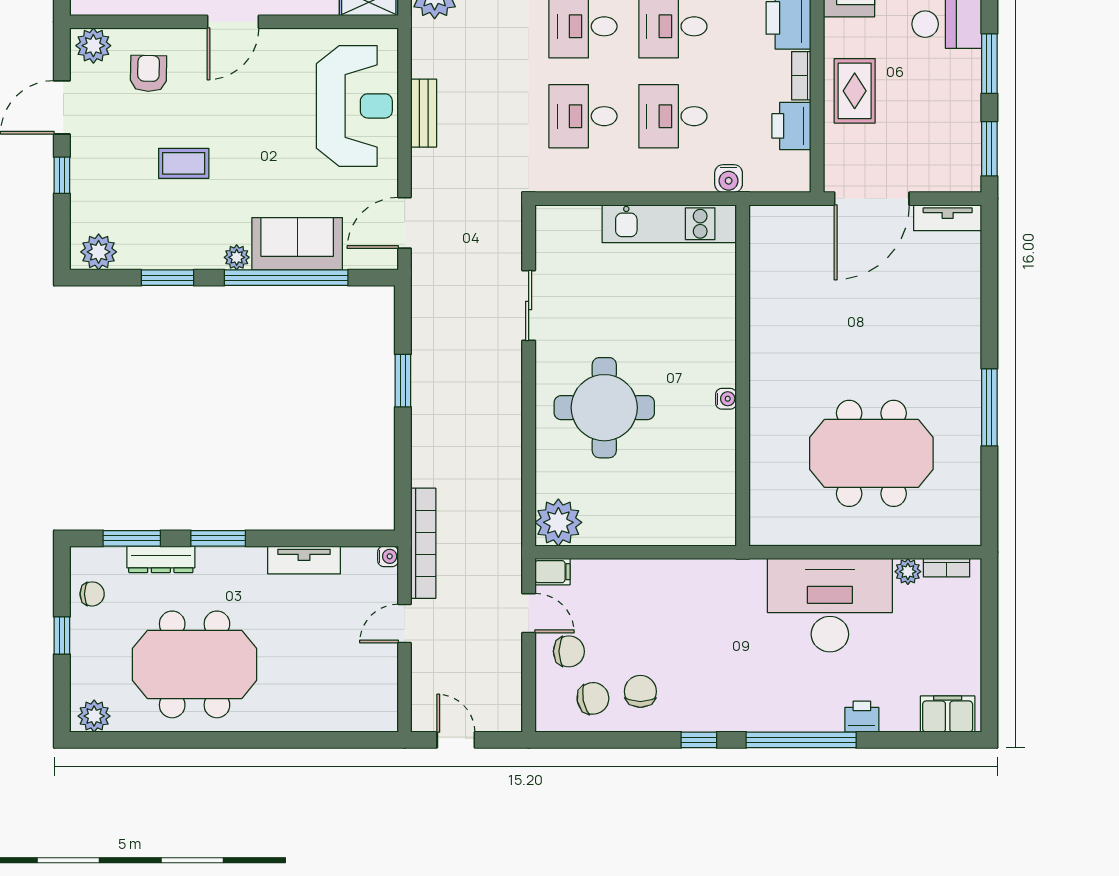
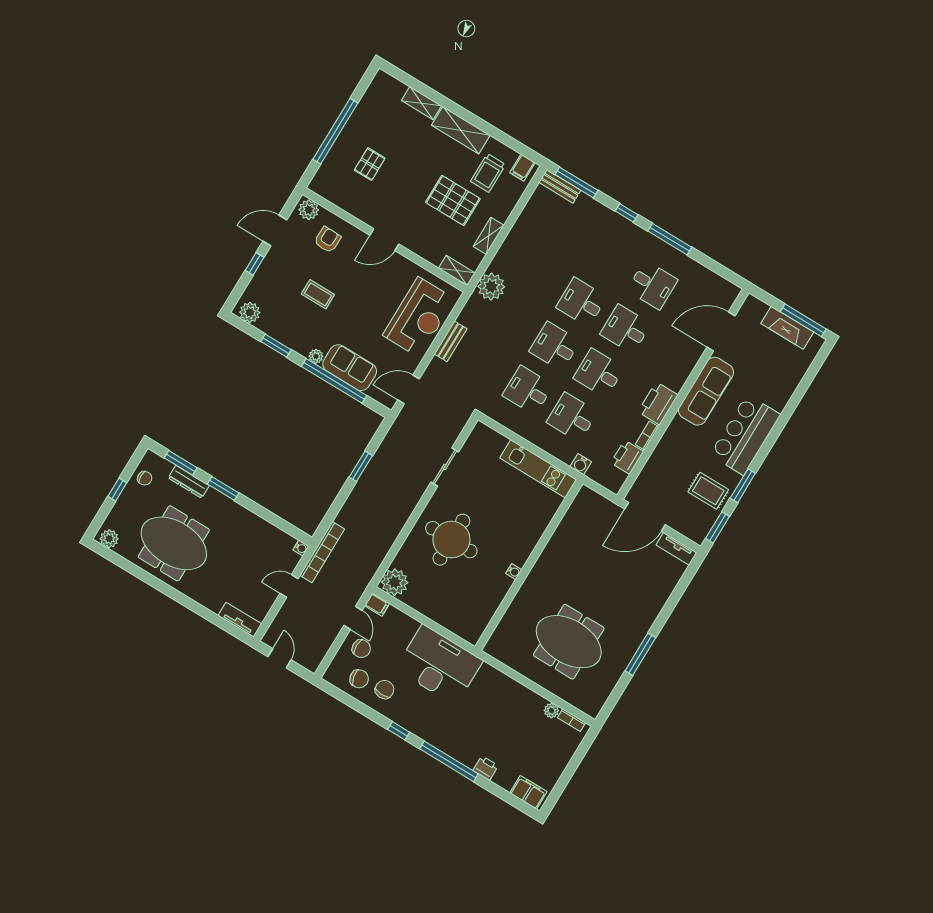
rug: (855, 91) -> (708, 491), moved, turned 90
tv unit: (304, 560) -> (240, 620), moved, turned 180
desk: (830, 605) -> (439, 665), moved

